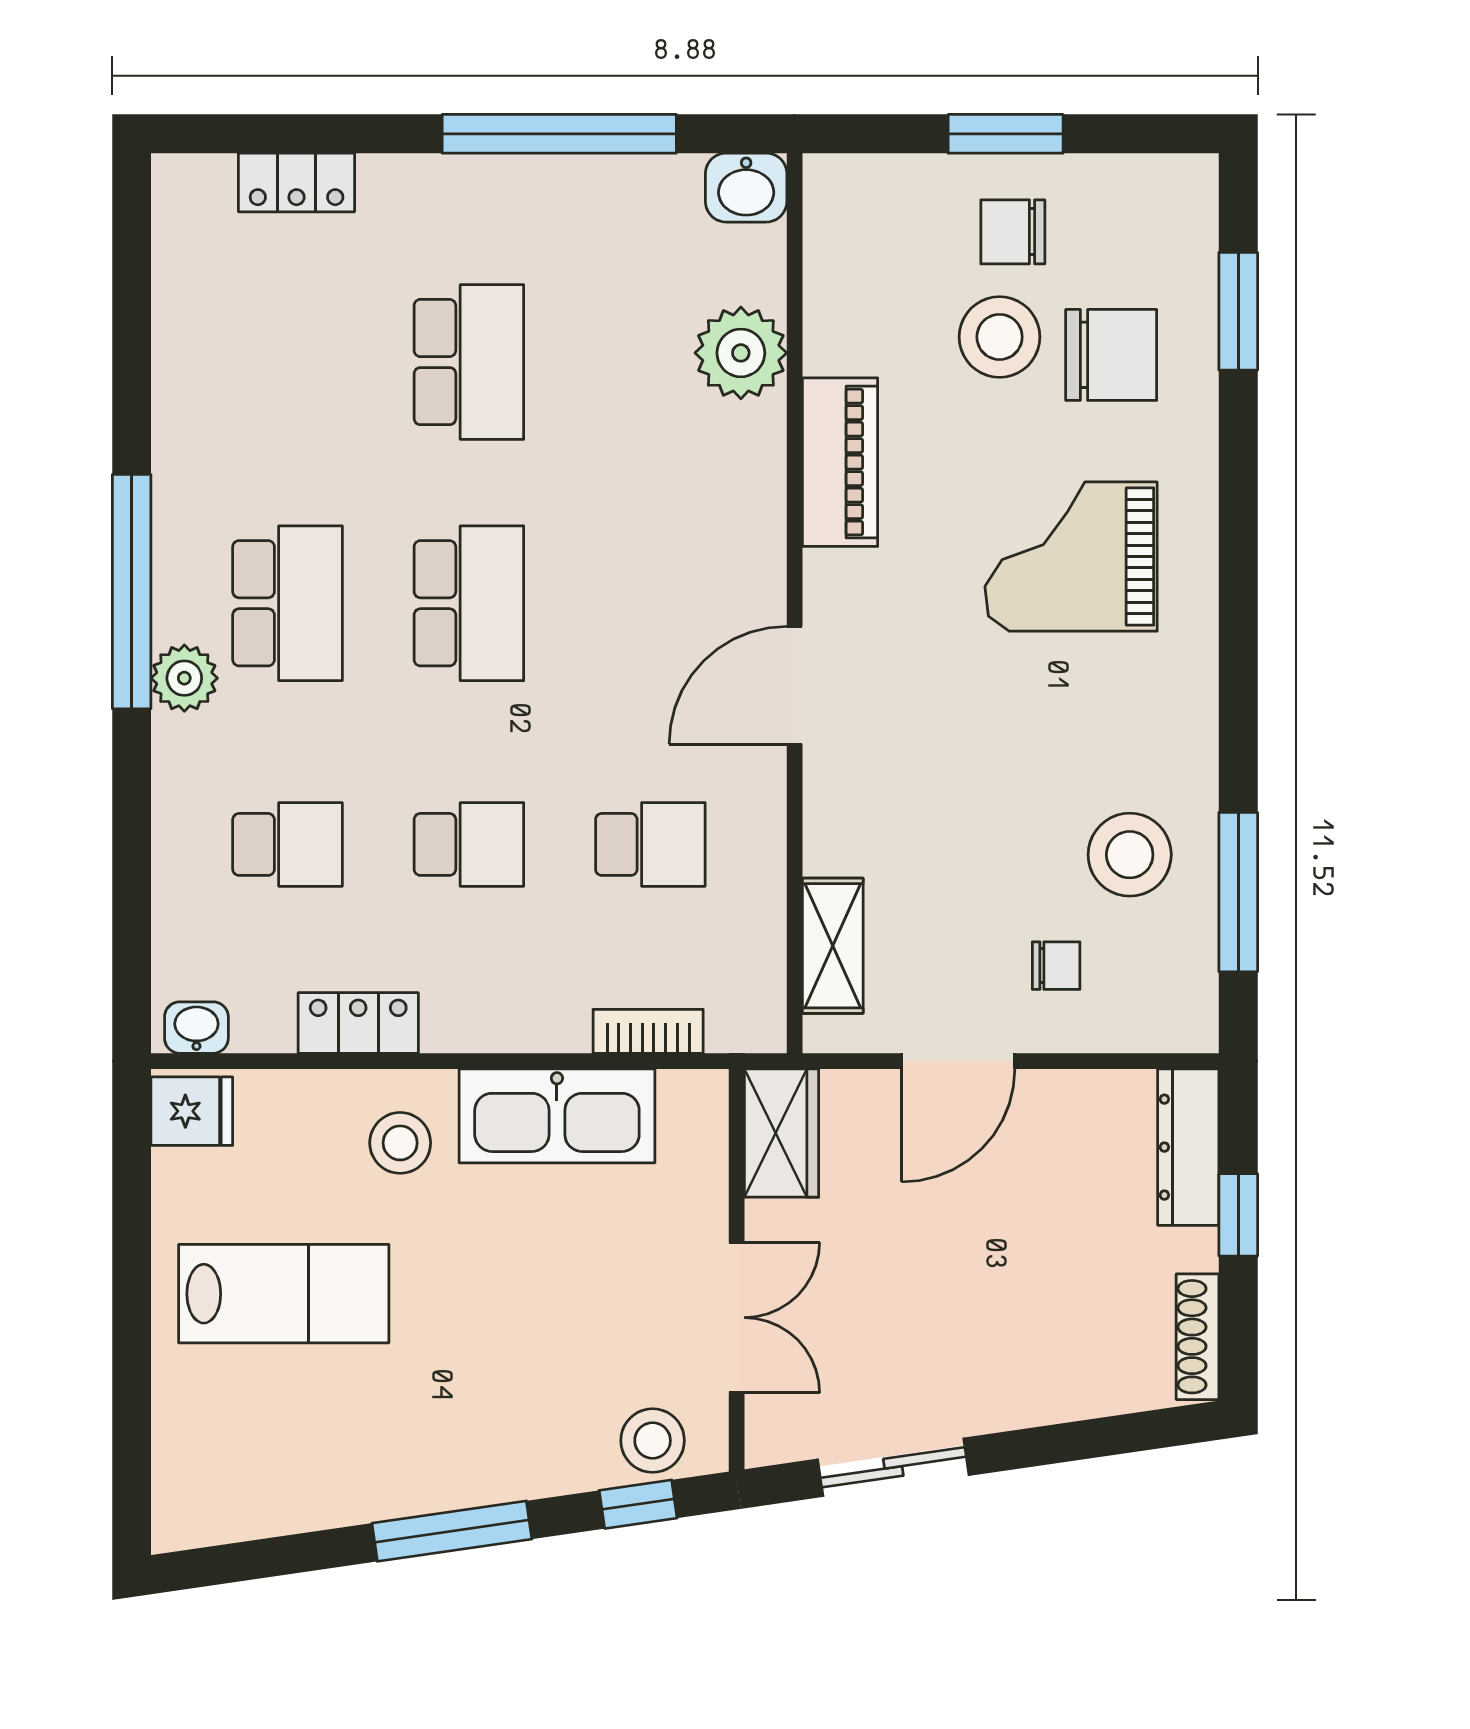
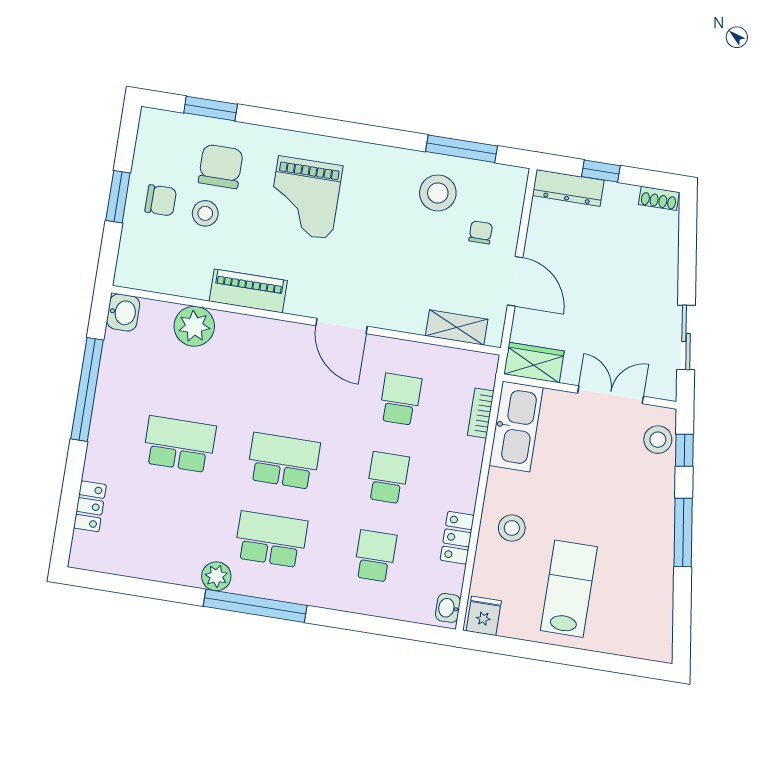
chair: (1013, 232) -> (161, 200), turned -90
stool: (1000, 337) -> (205, 213), width x0.73, depth x0.73
plant: (184, 678) -> (216, 576), moved
kitchen sink: (557, 1116) -> (516, 426), moved
shoe rack: (1198, 1337) -> (659, 198), width x0.70

